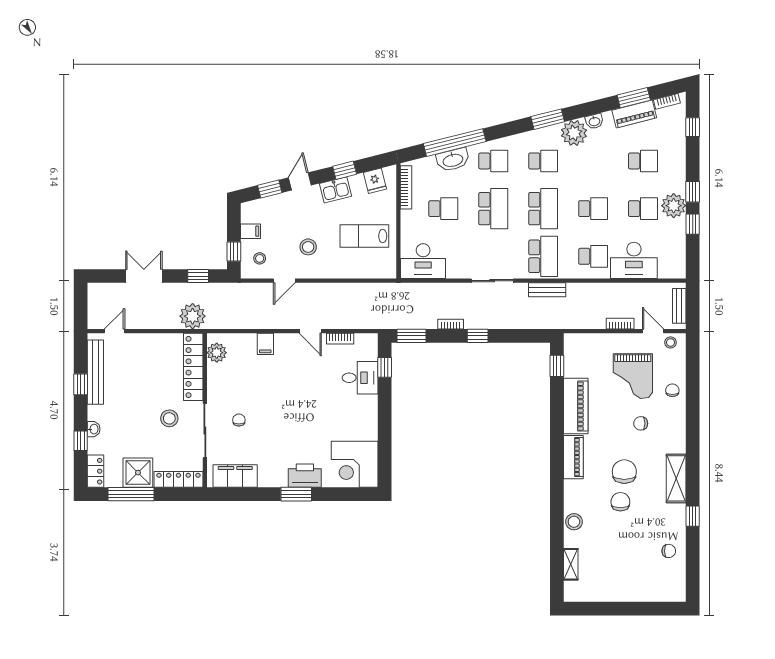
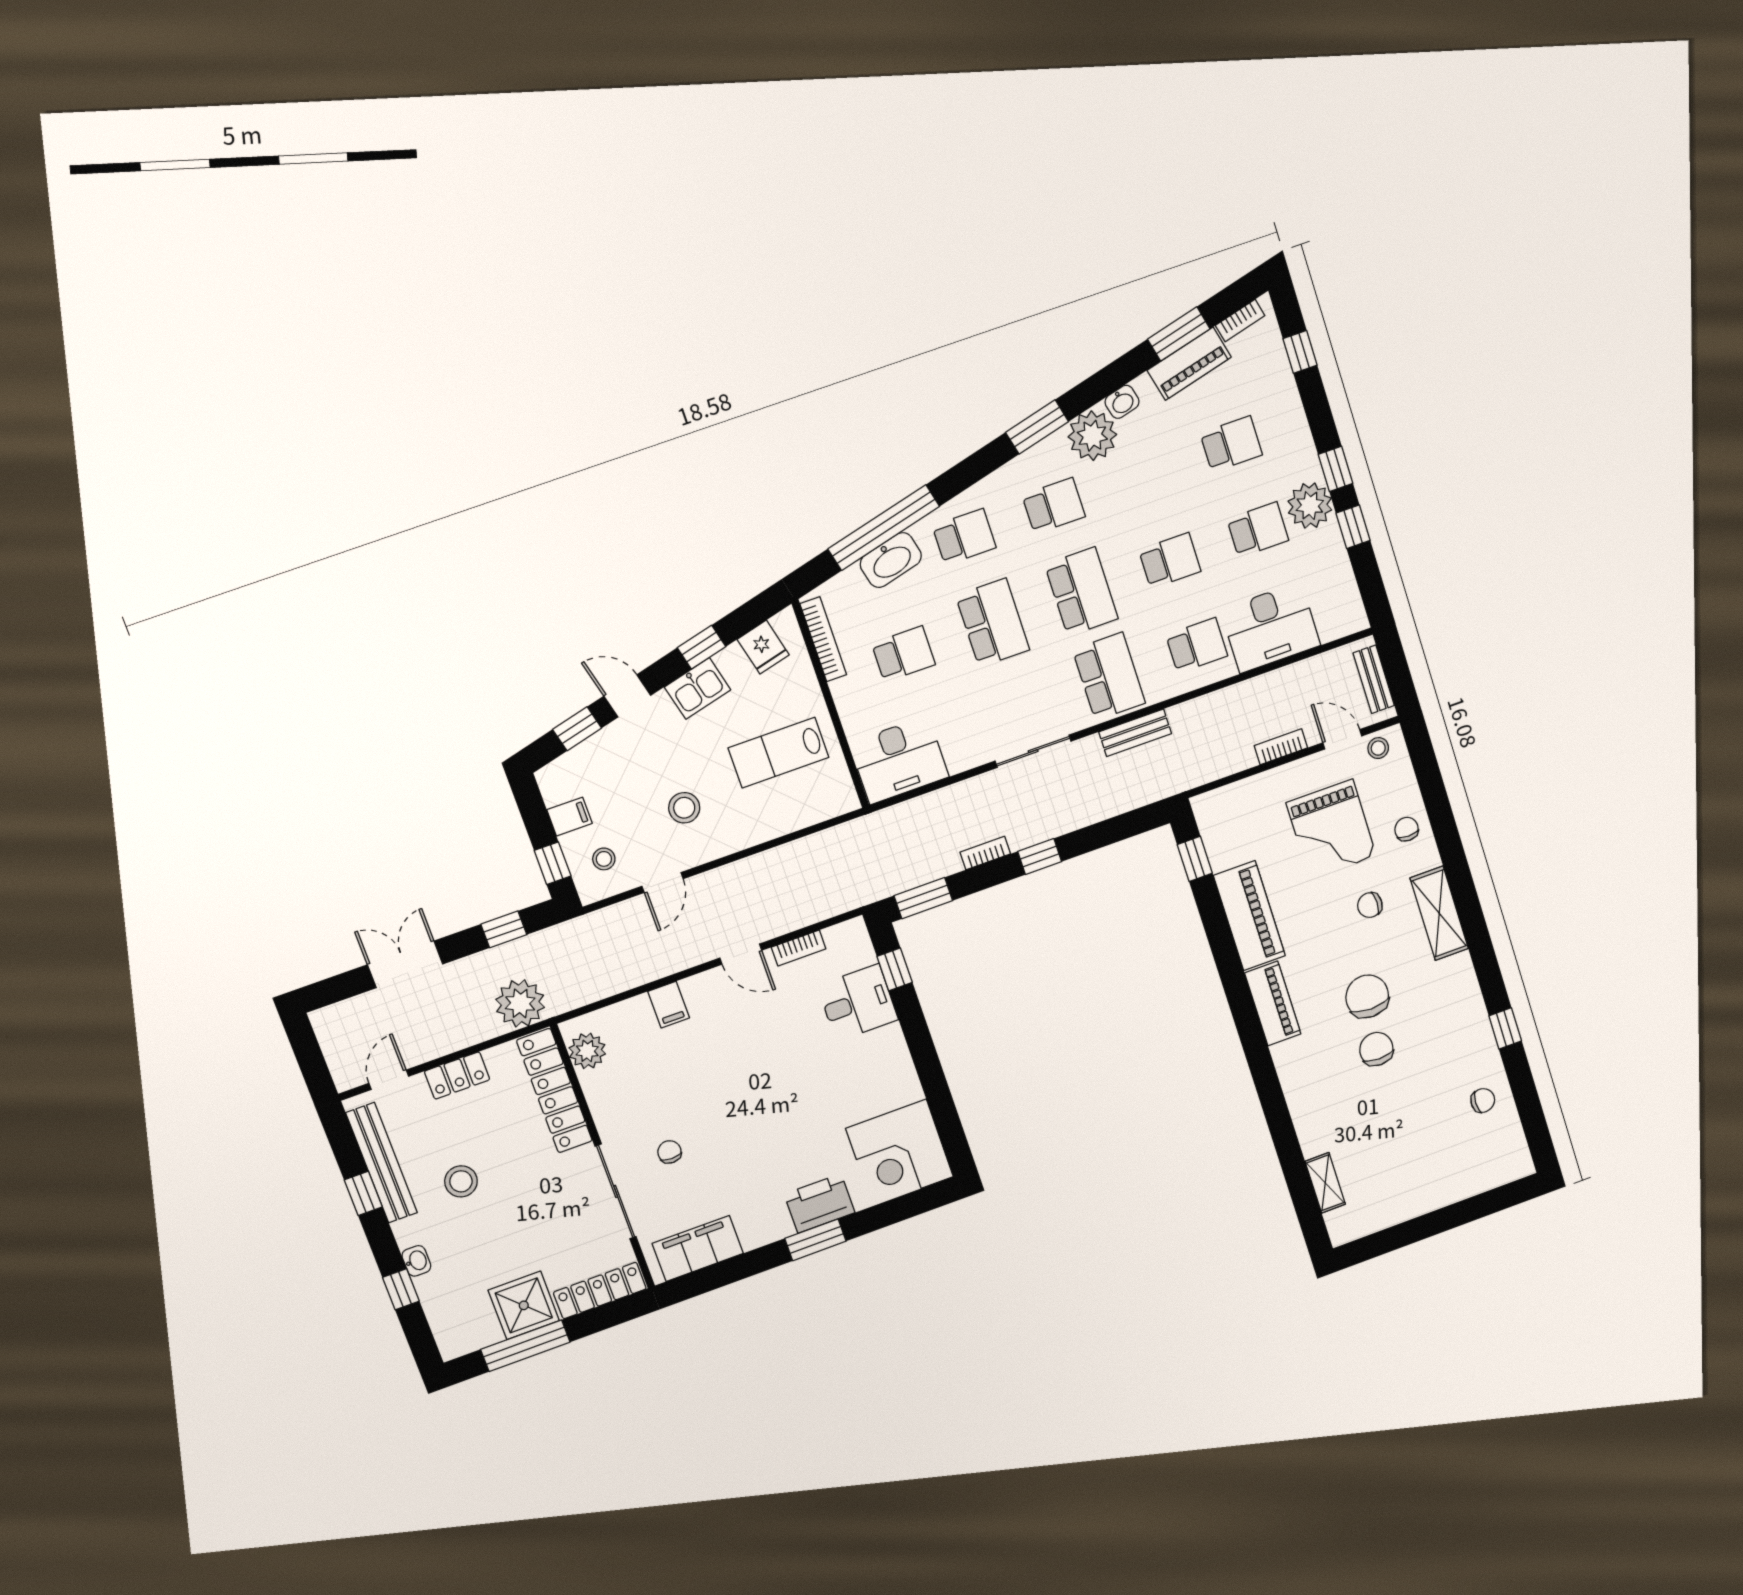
door: (300, 181) -> (627, 696), hinge flipped
stool: (169, 418) -> (461, 1181), moved
locker: (96, 471) -> (457, 1075), moved, turned 90
shelving: (676, 478) -> (1439, 913), moved
stool: (574, 522) -> (1308, 1111), removed

